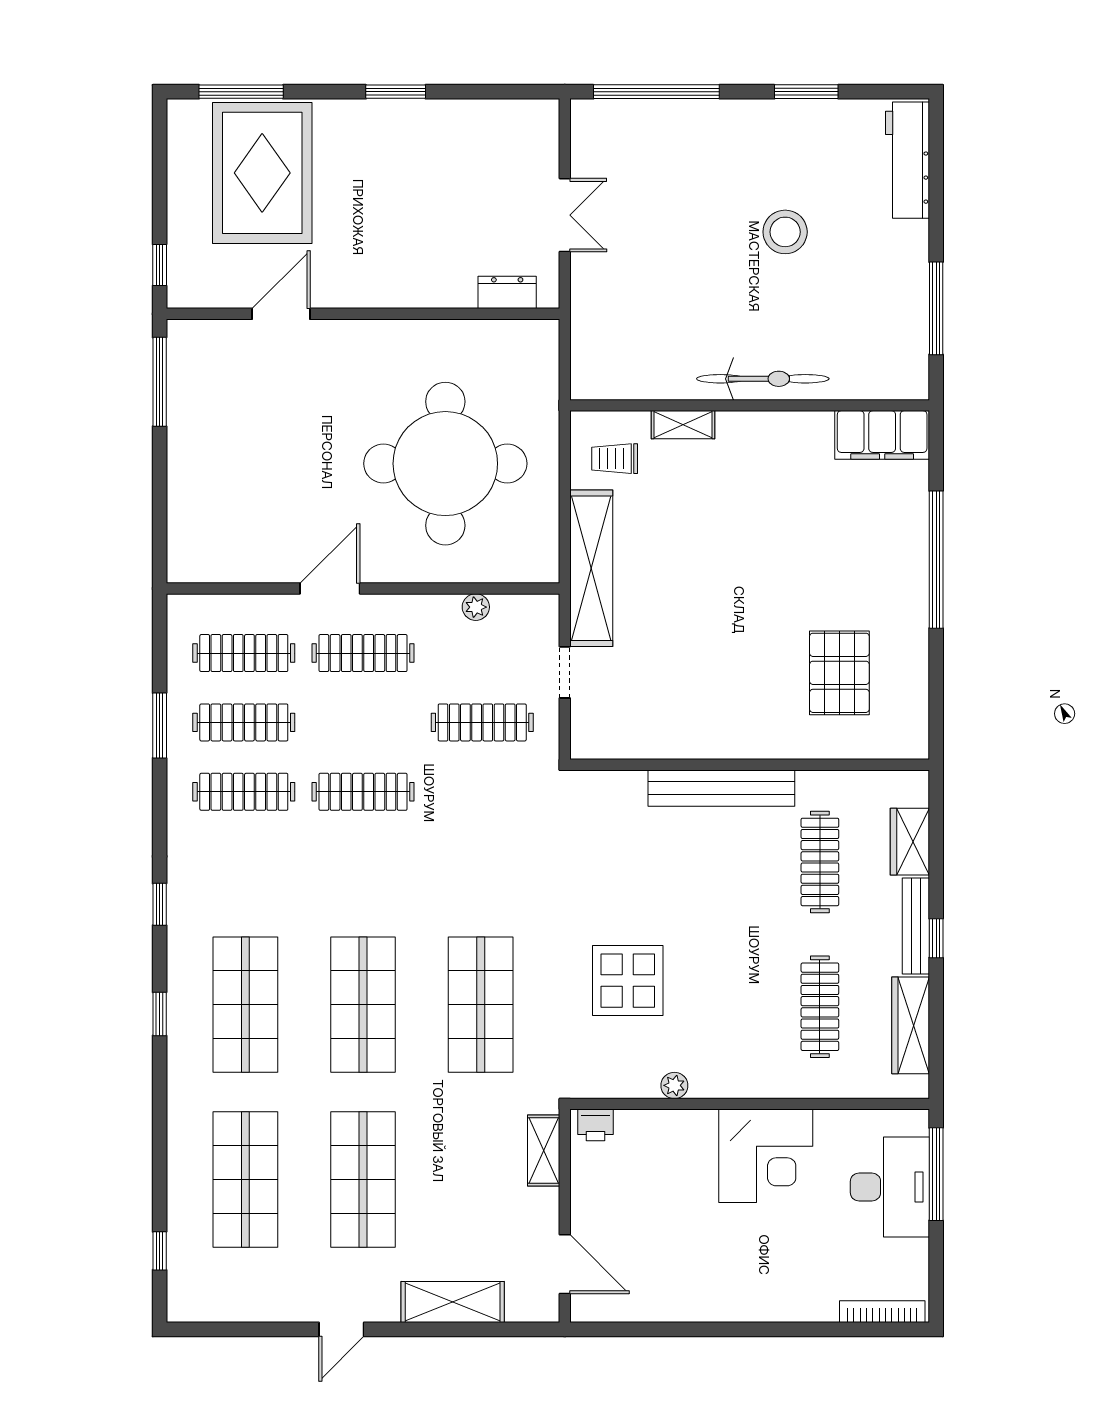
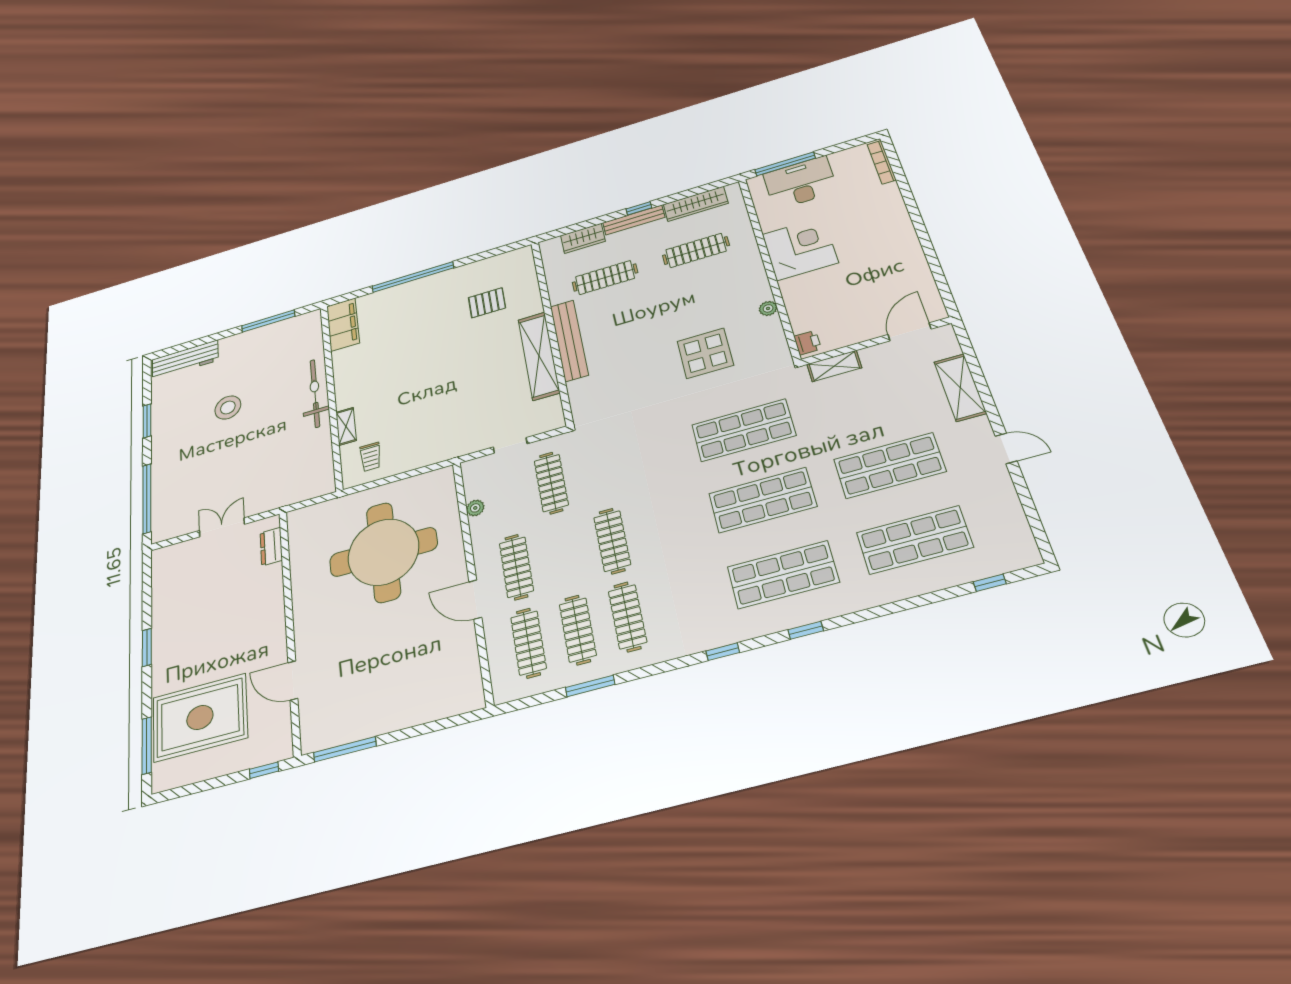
shelving: (591, 568) -> (539, 356), moved, turned 90
pallet: (839, 673) -> (487, 303), width x0.67, depth x0.71

